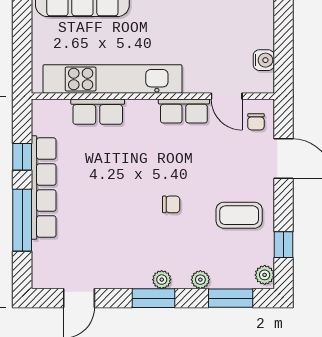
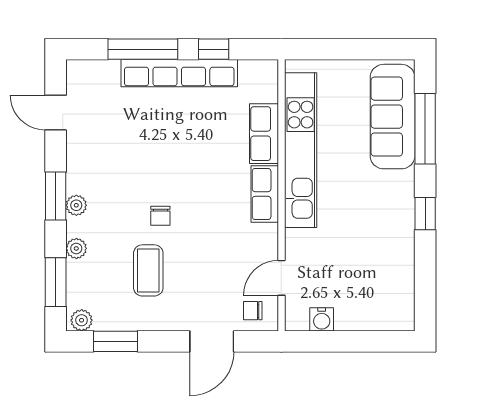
row of seats: (184, 111) -> (265, 194), moved
coffee table: (239, 215) -> (148, 270), moved
window: (283, 245) -> (115, 341), width x1.50

